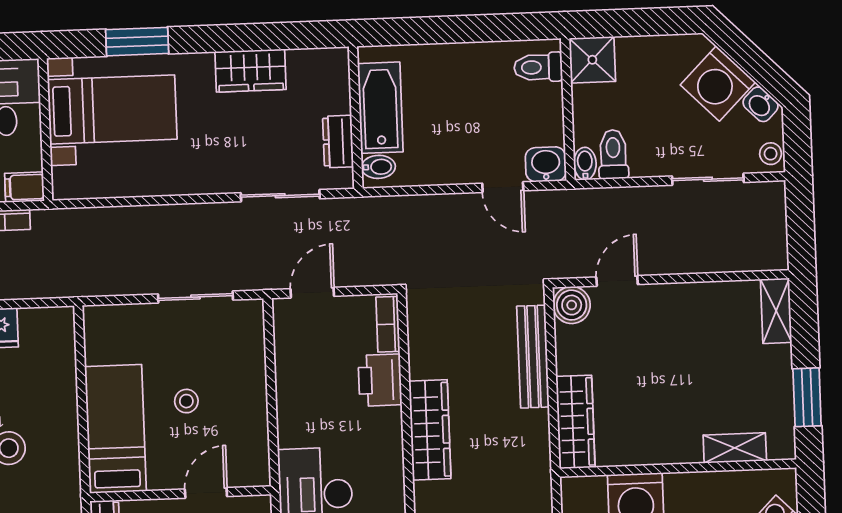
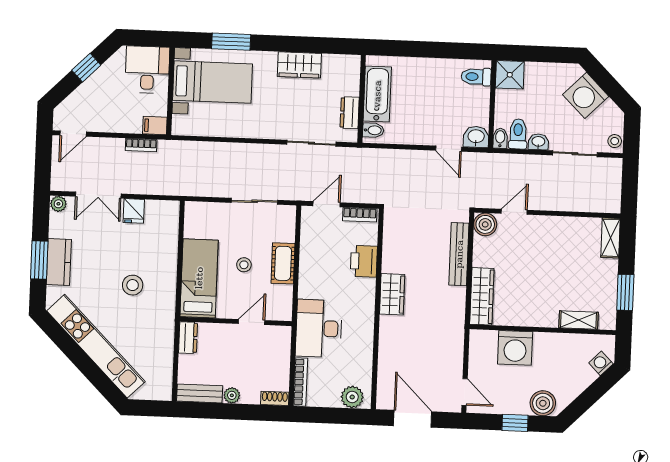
washbasin: (761, 104) -> (538, 142), moved, turned 135
bookcase: (388, 324) -> (360, 215), moved, turned -90
cot: (249, 394) -> (283, 263), added
wardrobe: (430, 430) -> (392, 294), width x0.67

